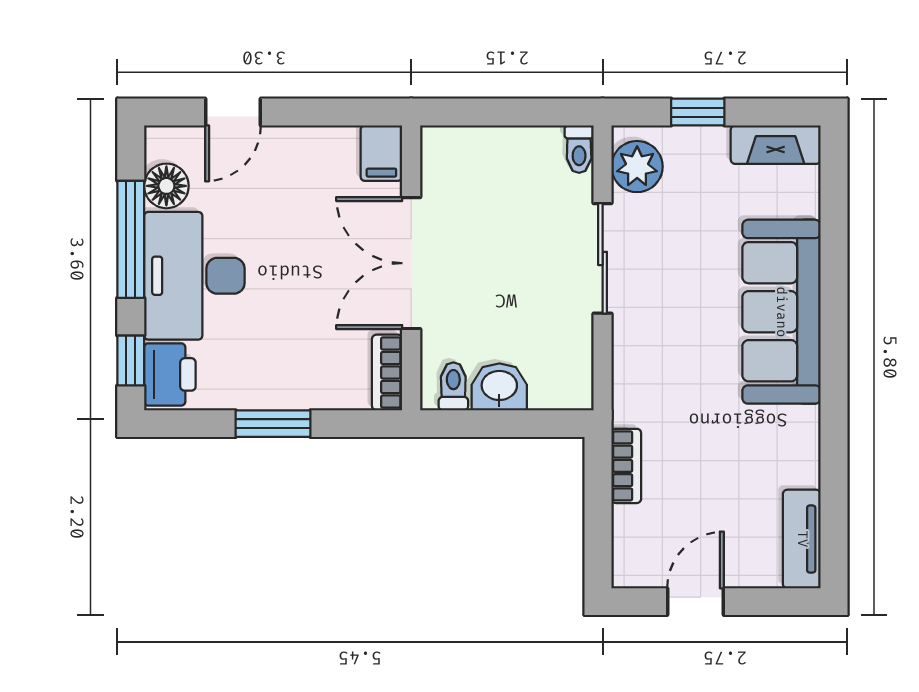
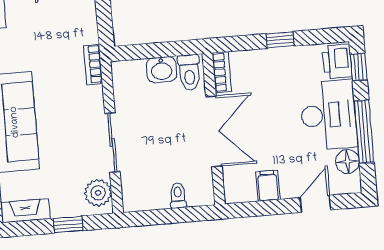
toilet: (579, 149) -> (178, 195), moved
filing cabinet: (381, 153) -> (268, 186), moved
toilet: (453, 386) -> (189, 72), width x1.37, depth x1.39
window: (273, 424) -> (280, 40), width x0.67
bookcase: (626, 466) -> (93, 64), moved

